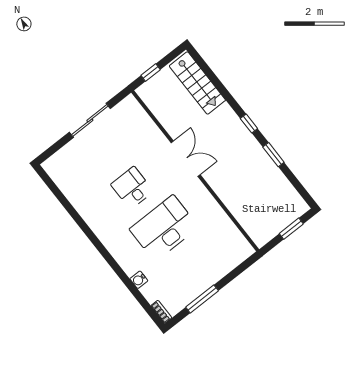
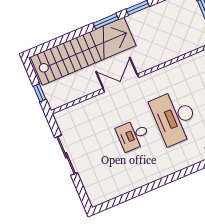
stairs: (197, 83) -> (83, 51), width x1.86, depth x1.51
window: (249, 124) -> (106, 21), width x1.50

